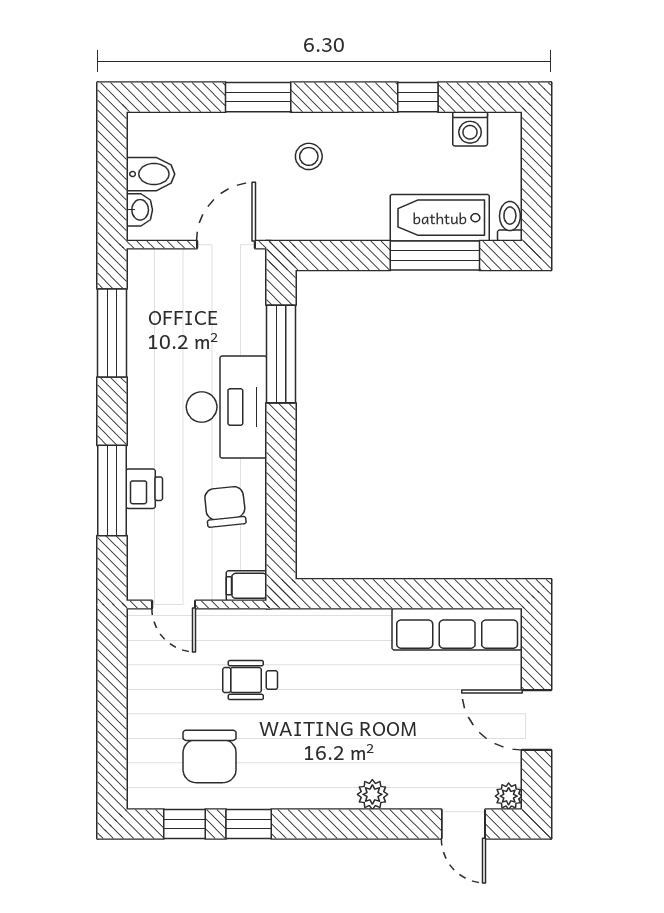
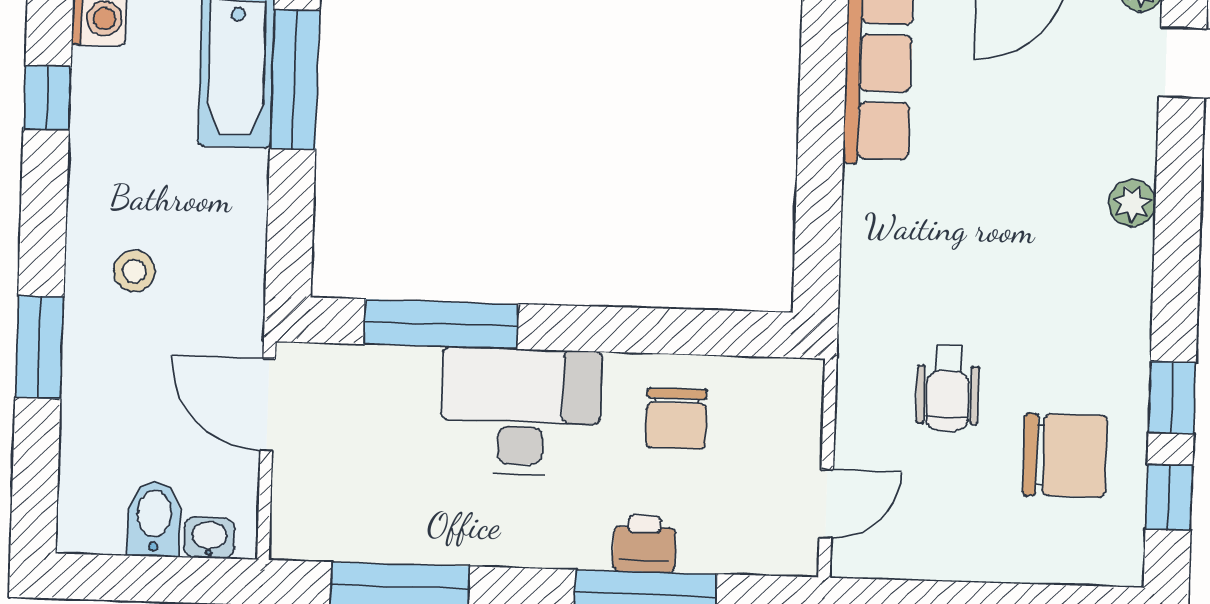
chair: (225, 507) -> (676, 419), turned -84
filing cabinet: (247, 586) -> (801, 389), removed

